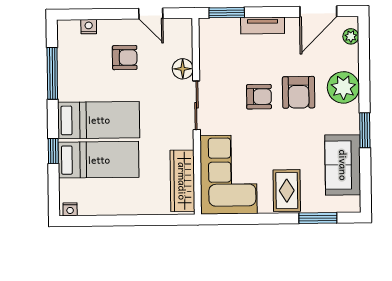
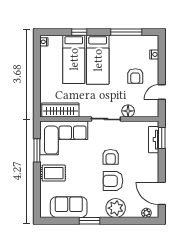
tv unit: (263, 26) -> (154, 140), moved
window: (318, 218) -> (37, 150), moved

